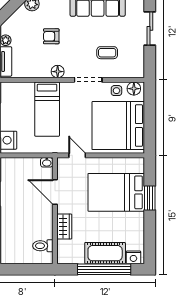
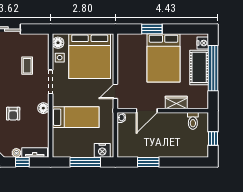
bed: (116, 192) -> (164, 58), moved
window: (22, 269) -> (213, 139), added

